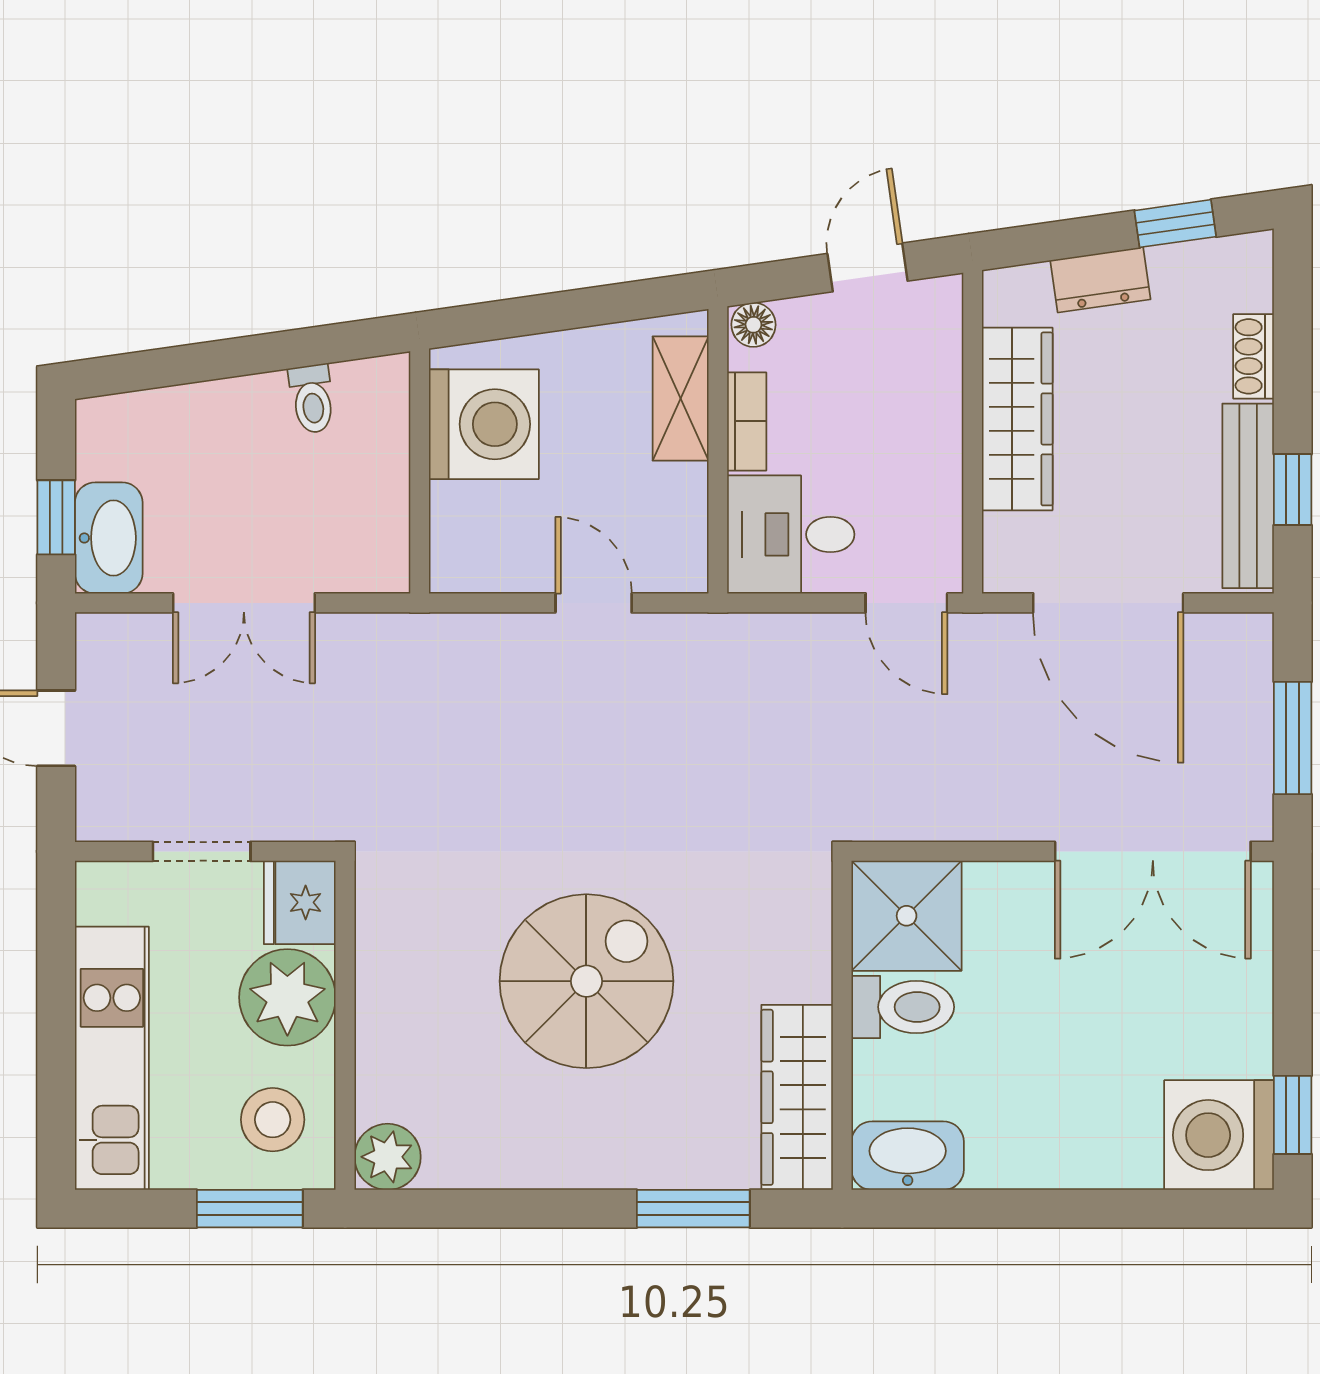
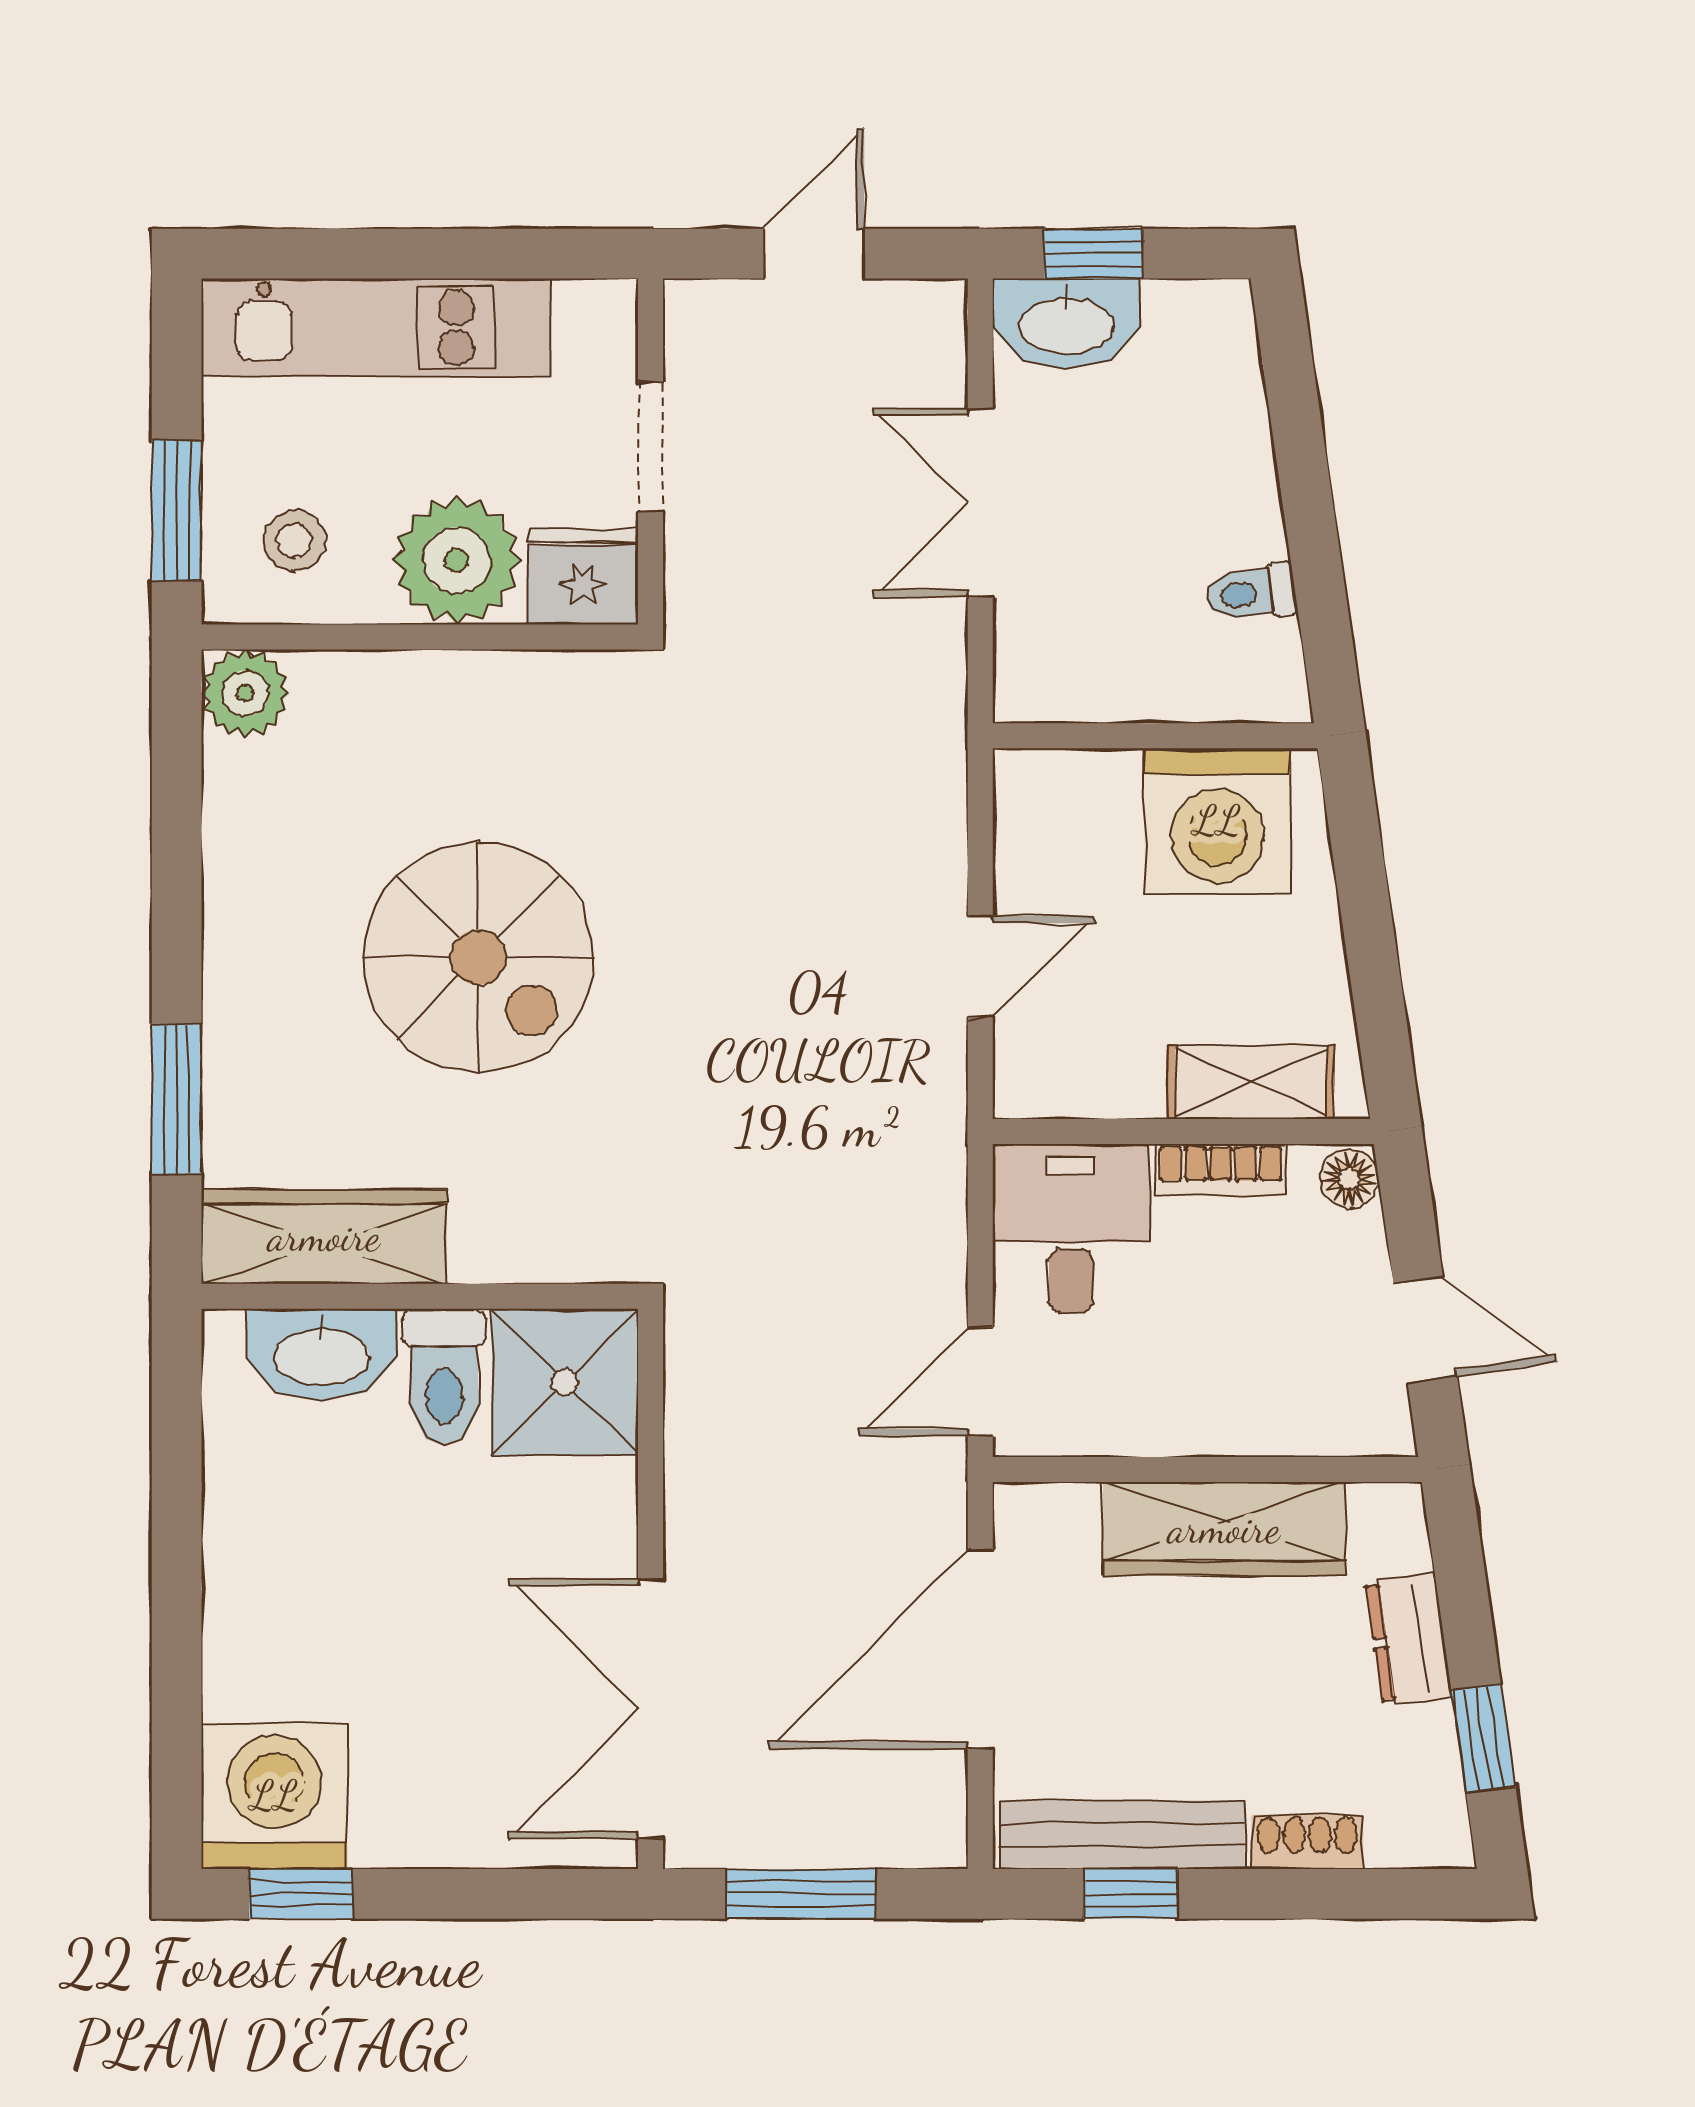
stool: (273, 1120) -> (295, 541), width x0.73, depth x0.73
washbasin: (908, 1156) -> (322, 1354), moved, turned 90

